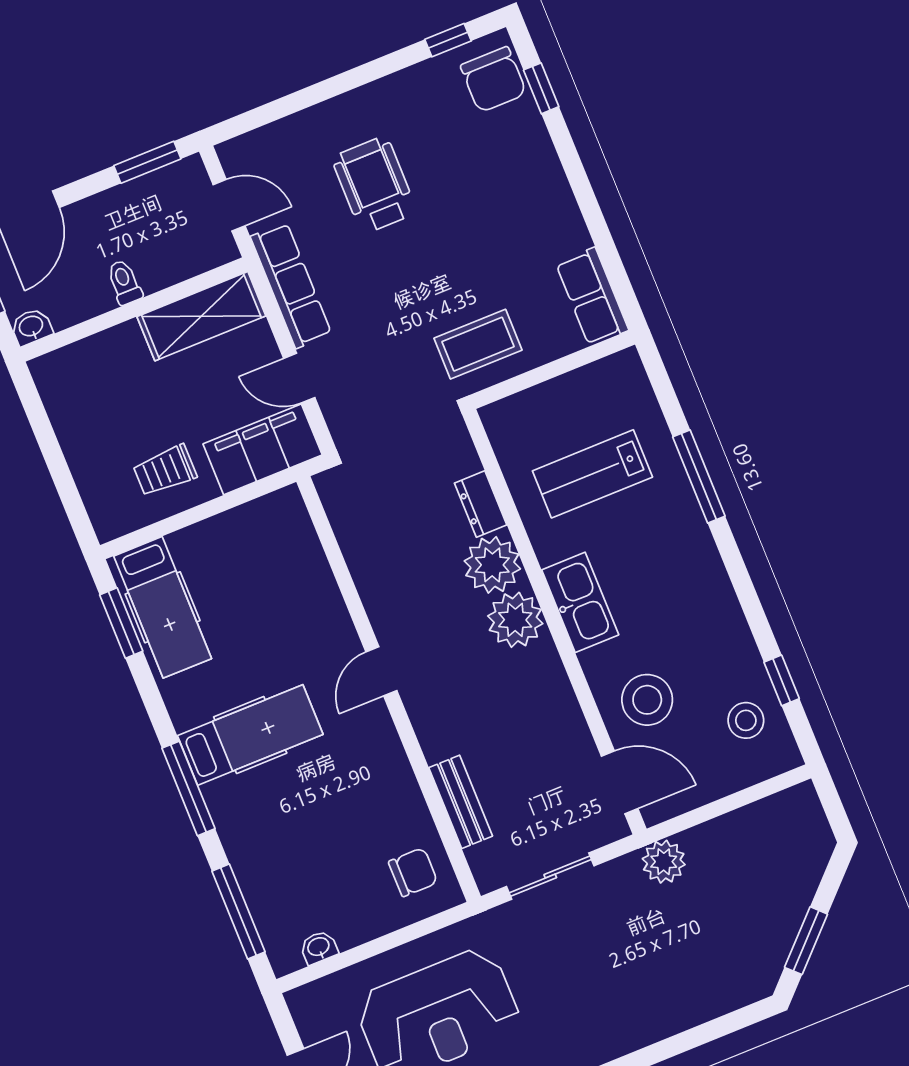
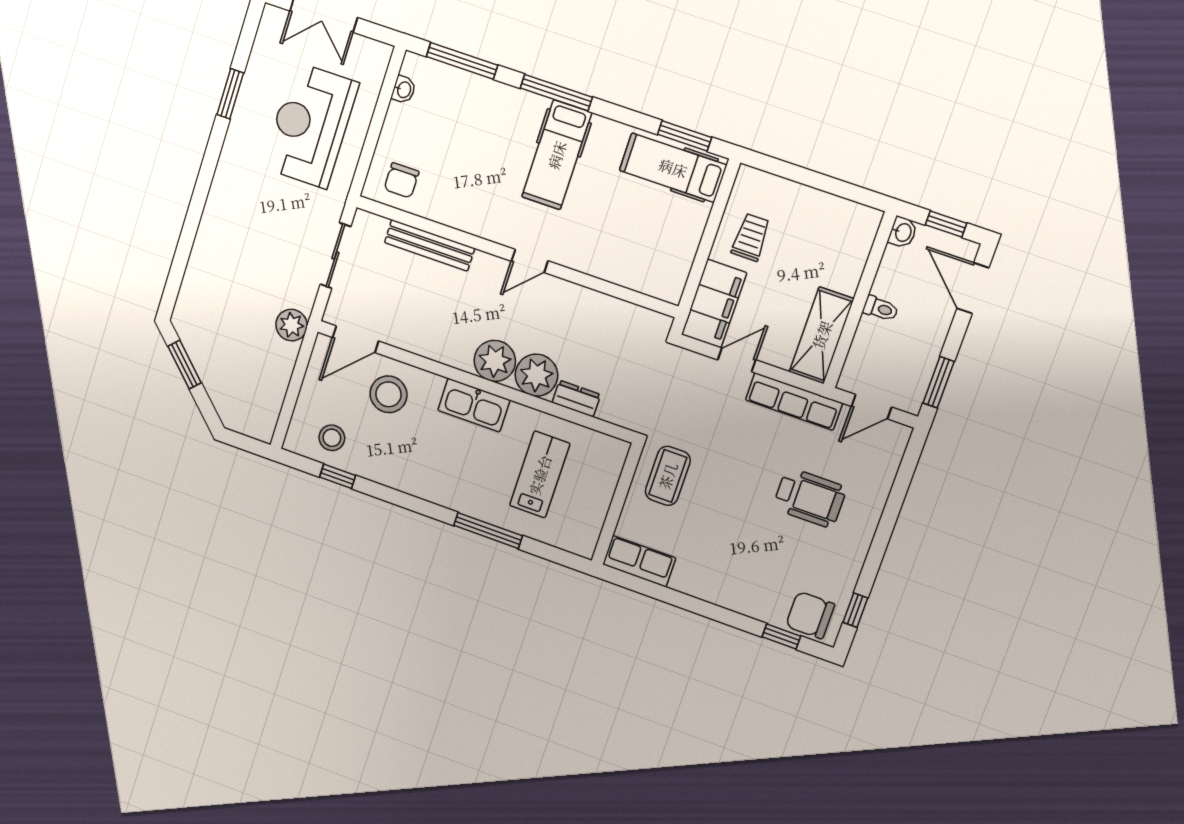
door: (381, 671) -> (530, 261), swing flipped
bench: (461, 802) -> (430, 245), width x1.36

